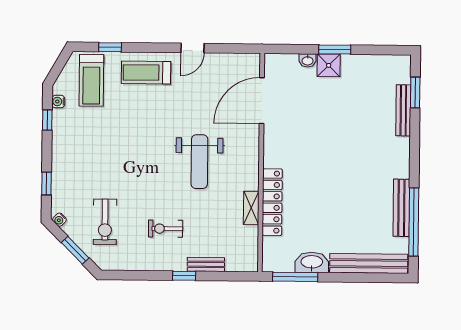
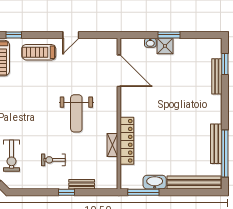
door: (262, 101) -> (119, 71), swing flipped

